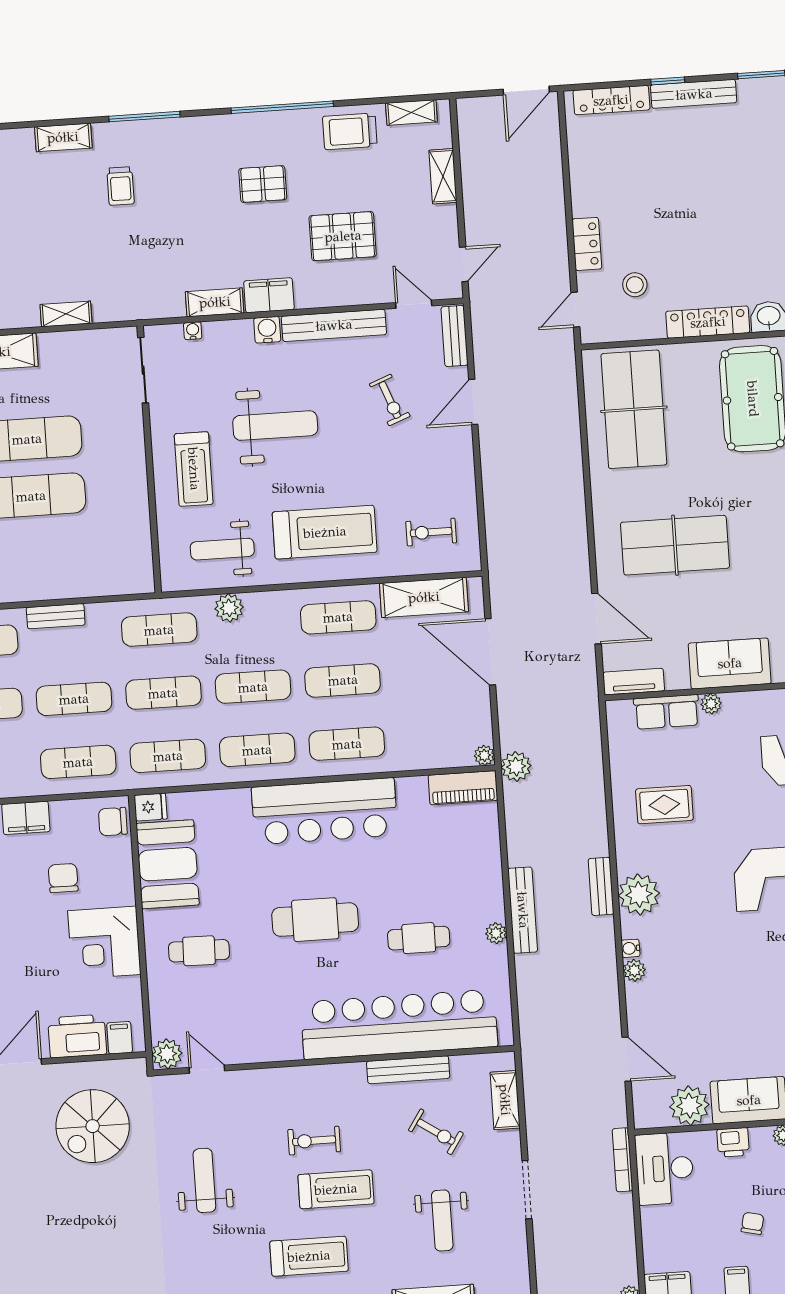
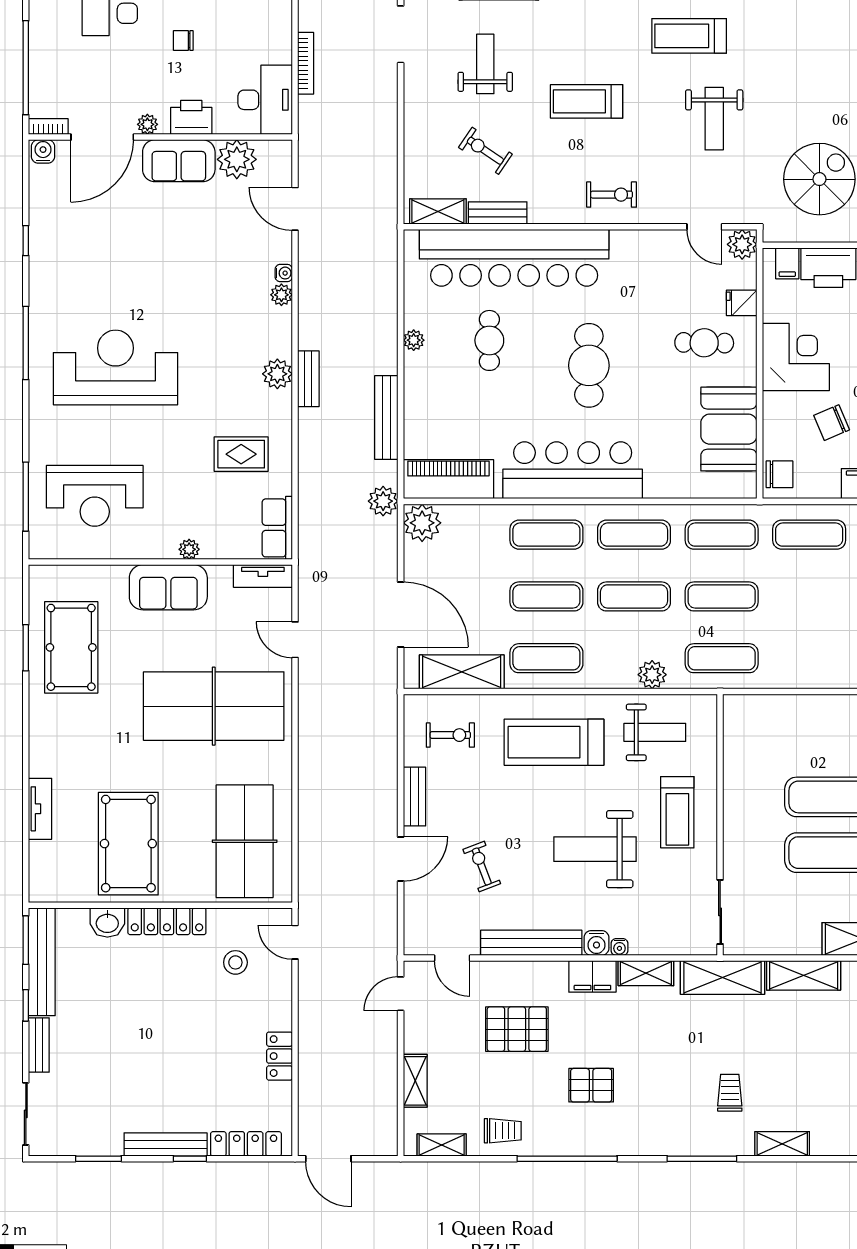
door: (526, 91) -> (328, 1159), swing flipped
trolley: (350, 131) -> (503, 1131), width x0.73, depth x0.72
locker: (587, 244) -> (280, 1056), moved
shelving: (136, 303) -> (723, 978), added
door: (575, 310) -> (295, 942), swing flipped
shelving: (66, 314) -> (804, 975), width x1.50, depth x1.33
water cooler: (193, 331) -> (619, 947), moved
bench: (455, 336) -> (414, 797), moved
treadmill: (194, 469) -> (677, 812), turned 180
table tennis table: (675, 545) -> (214, 706), width x1.36, depth x1.32
bench: (56, 616) -> (822, 678), removed
door: (596, 619) -> (295, 640), width x0.73
exercise mat: (74, 699) -> (809, 596), removed
row of seats: (667, 712) -> (277, 528), moved, turned -90
plant: (484, 755) -> (422, 523), width x1.87, depth x1.87
piano: (463, 788) -> (448, 479), width x1.37, depth x1.33
fridge: (151, 807) -> (742, 303), moved
chair: (63, 878) -> (832, 423), turned 67
plant: (639, 894) -> (277, 374), width x0.73, depth x0.73
bench: (523, 910) -> (386, 418), moved
cafe table: (315, 920) -> (589, 365), turned 90
cafe table: (419, 938) -> (489, 340), turned 90
water cooler: (631, 948) -> (284, 273), moved
bench: (408, 1070) -> (498, 213), width x0.73
shelving: (505, 1100) -> (438, 211), moved, turned 90
exercise bike: (314, 1141) -> (612, 195), moved
printer: (733, 1142) -> (191, 117), width x1.36, depth x1.24
bookcase: (622, 1160) -> (306, 63), moved
doorway: (527, 1190) -> (401, 34), moved
chair: (752, 1223) -> (183, 41), turned 77
treadmill: (309, 1256) -> (689, 36), moved

